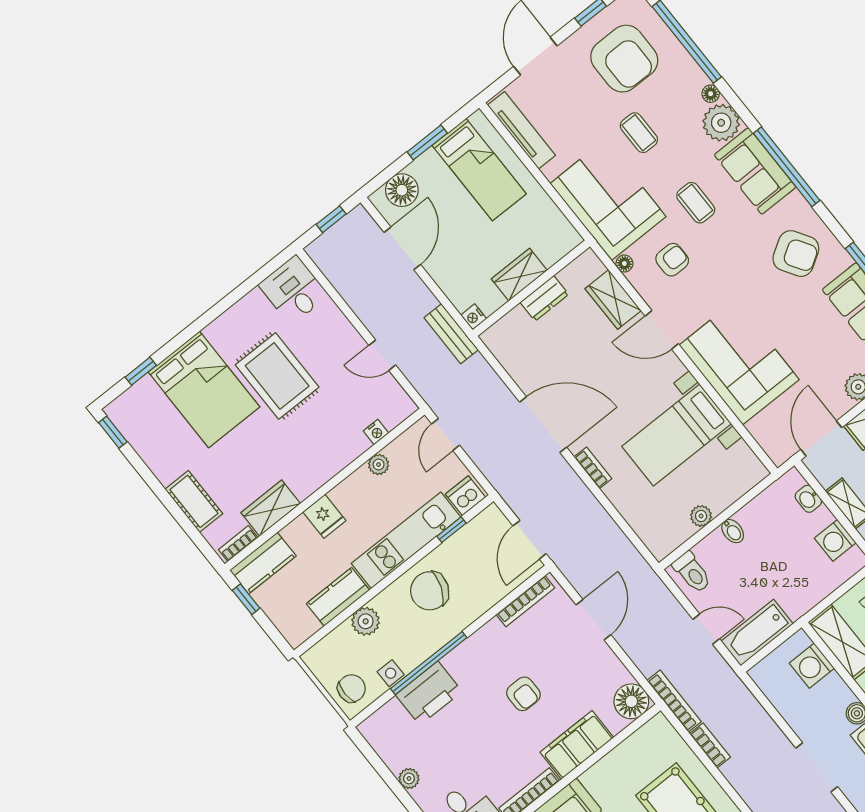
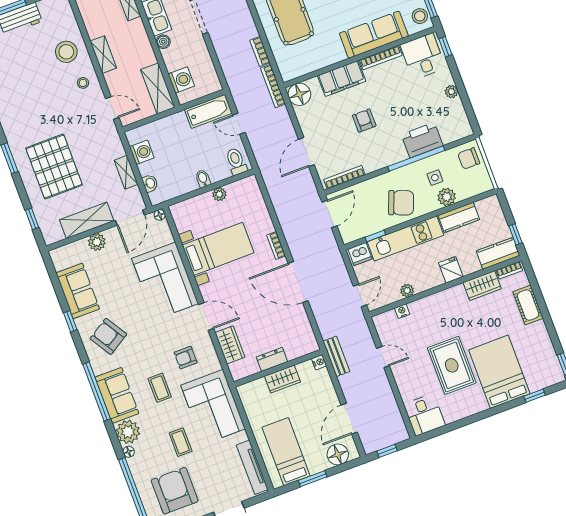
floor lamp: (624, 263) -> (160, 215), moved
side table: (391, 673) -> (435, 178), moved

